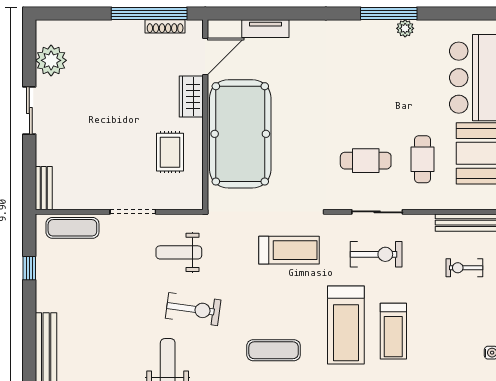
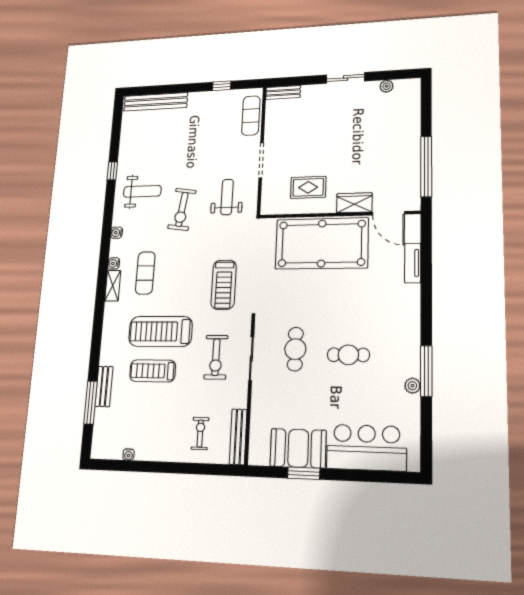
shoe rack: (165, 26) -> (415, 180), removed
plant: (51, 60) -> (387, 86), width x0.53, depth x0.53
cafe table: (423, 159) -> (348, 355), moved

